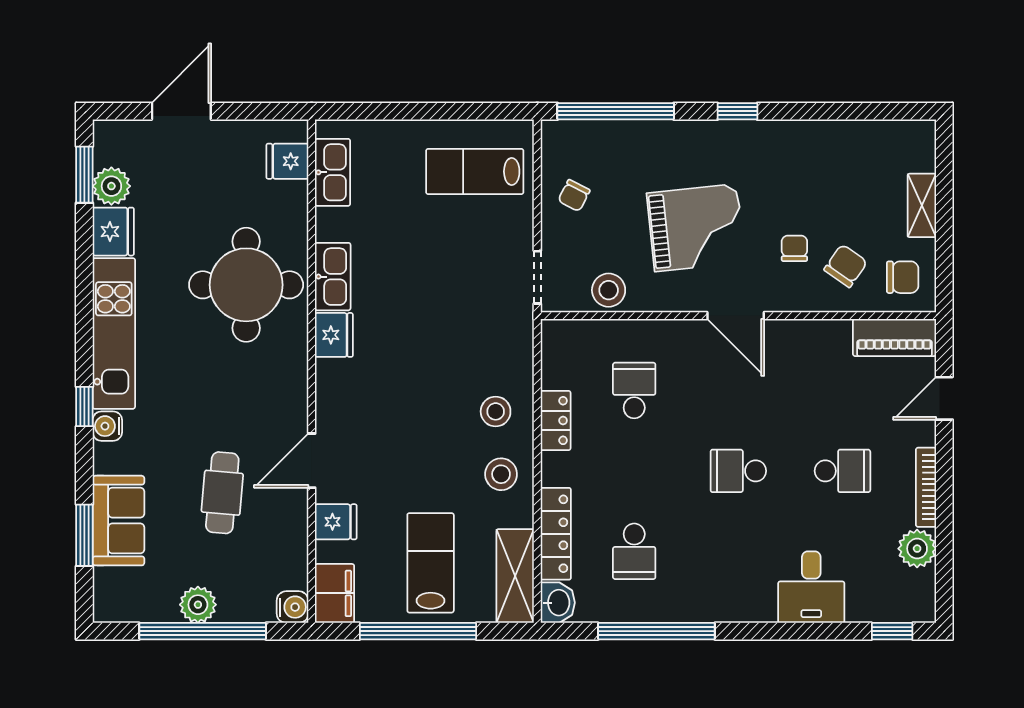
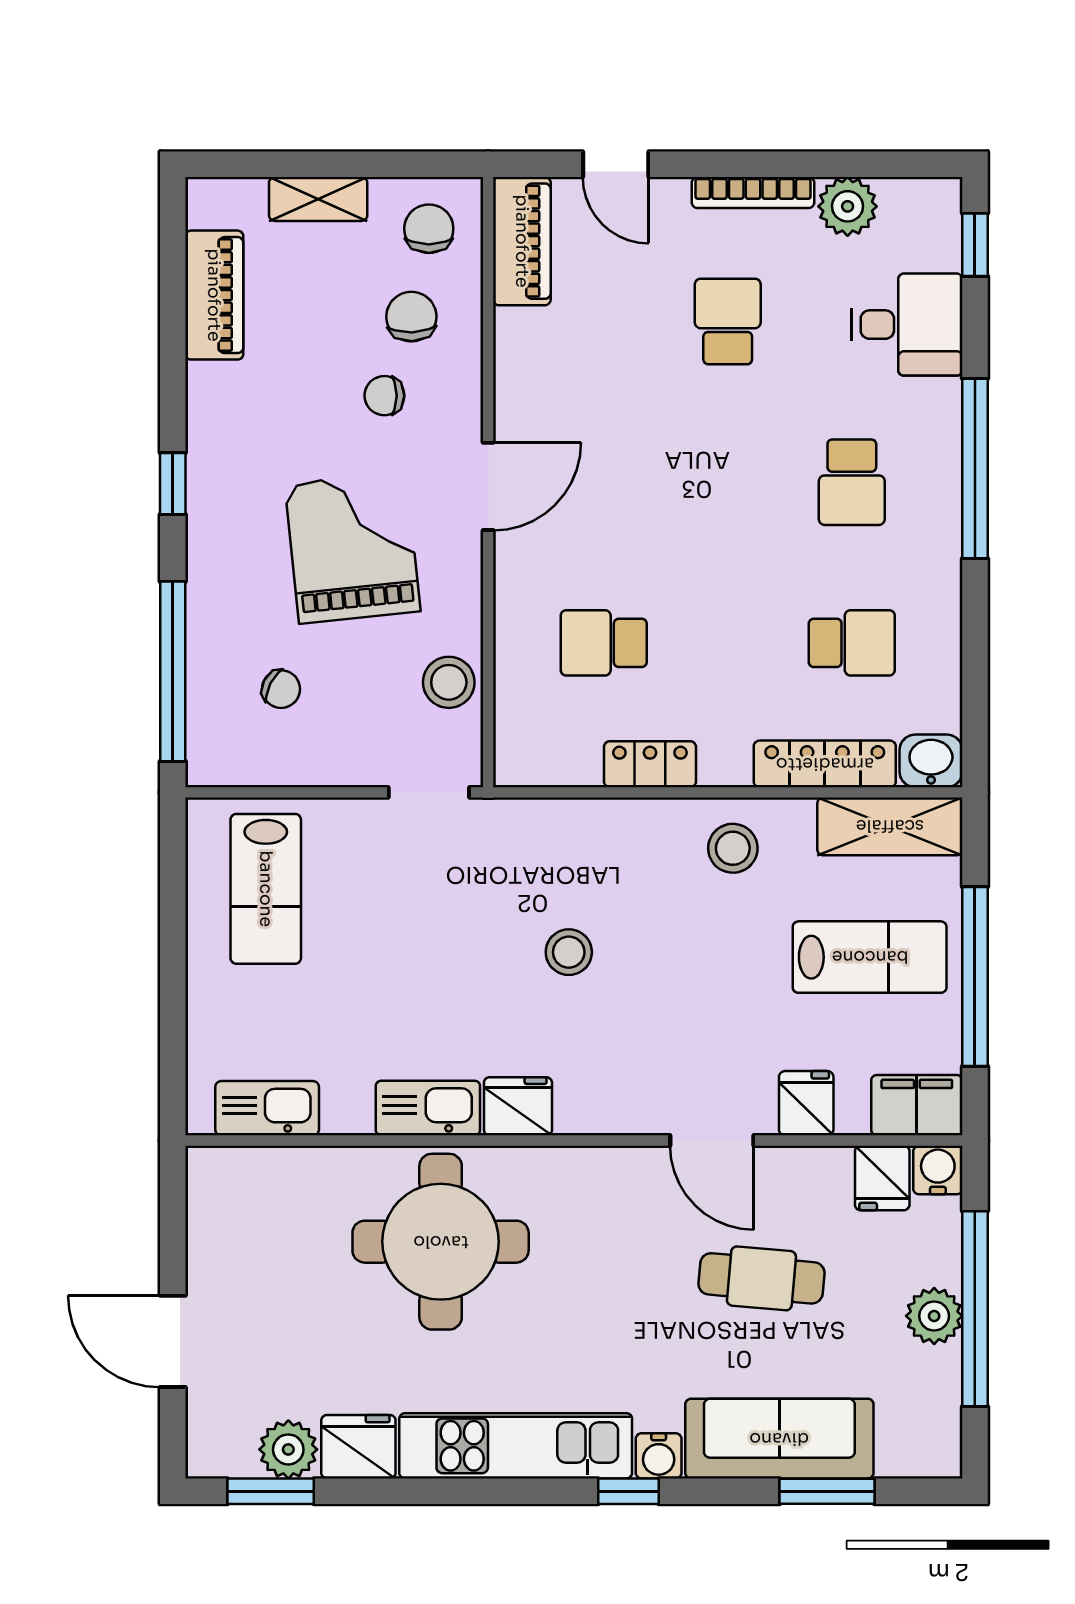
piano: (860, 138) -> (214, 295), added
fridge: (287, 161) -> (882, 1178), moved
chair: (574, 196) -> (281, 689), moved
chair: (846, 266) -> (411, 317), turned 53
stool: (496, 411) -> (569, 952), moved
school desk: (738, 471) -> (852, 482), moved
sofa: (118, 521) -> (779, 1439), width x1.36
lab bench: (431, 563) -> (870, 957), turned 180
desk: (811, 587) -> (907, 325), moved
window: (656, 631) -> (975, 469), moved

